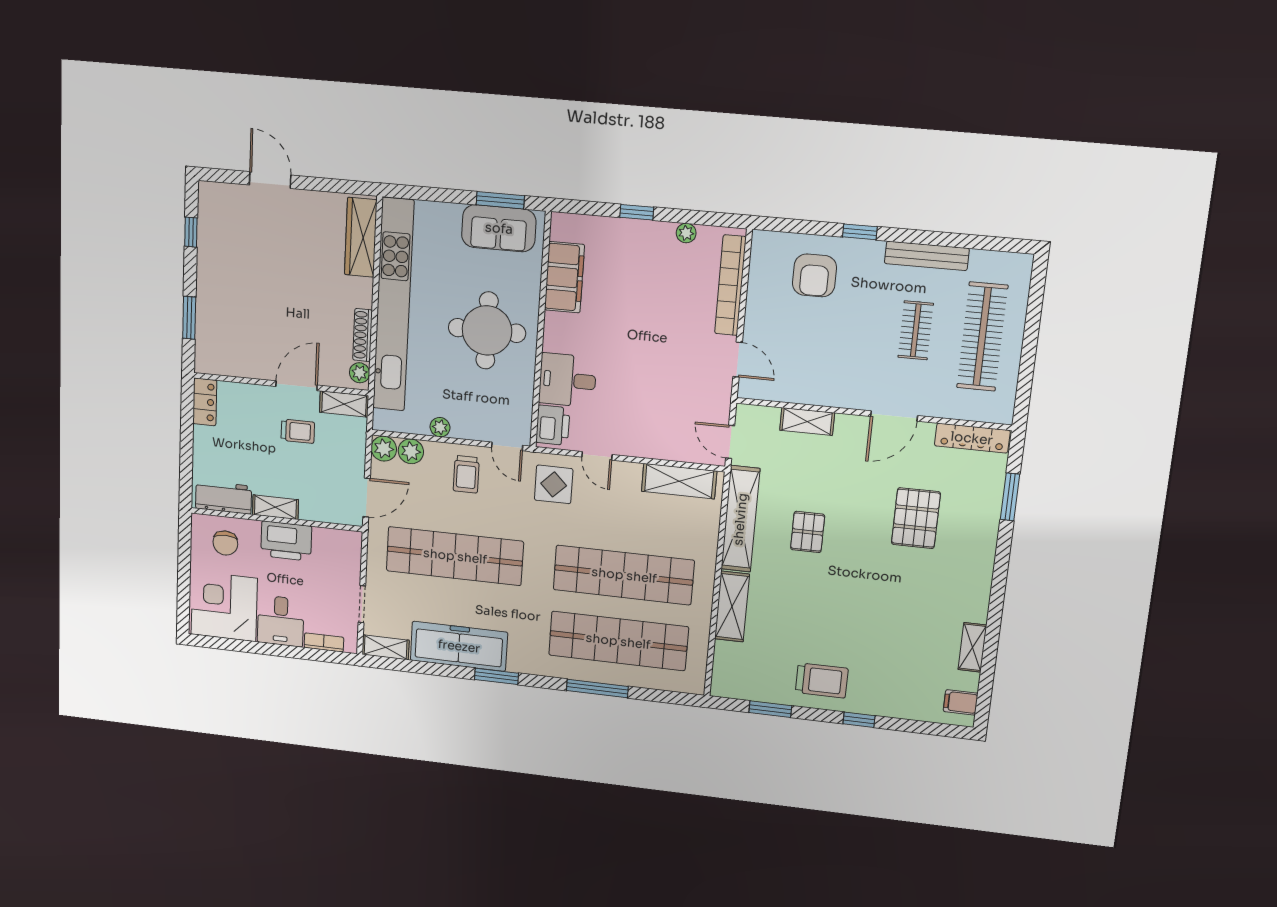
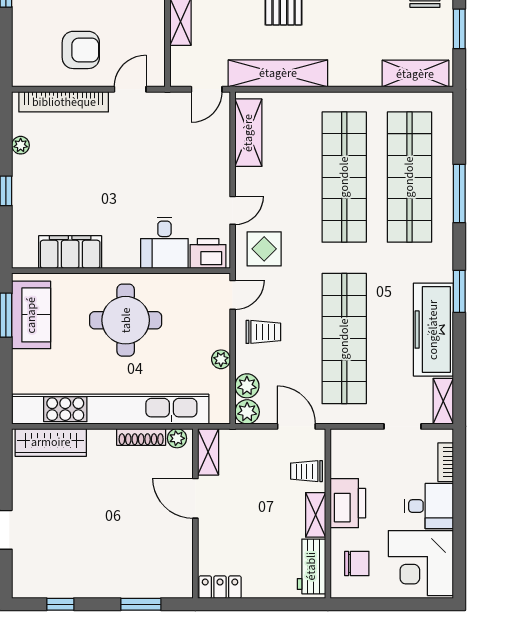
armchair: (814, 275) -> (81, 50), moved
trolley: (298, 431) -> (306, 471), moved, turned -90
shelving: (732, 607) -> (415, 74), moved

